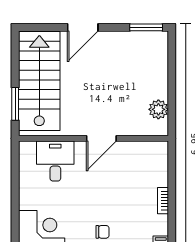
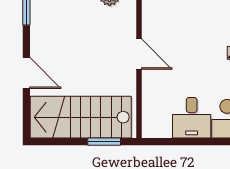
desk: (55, 161) -> (192, 118), moved, turned -90

